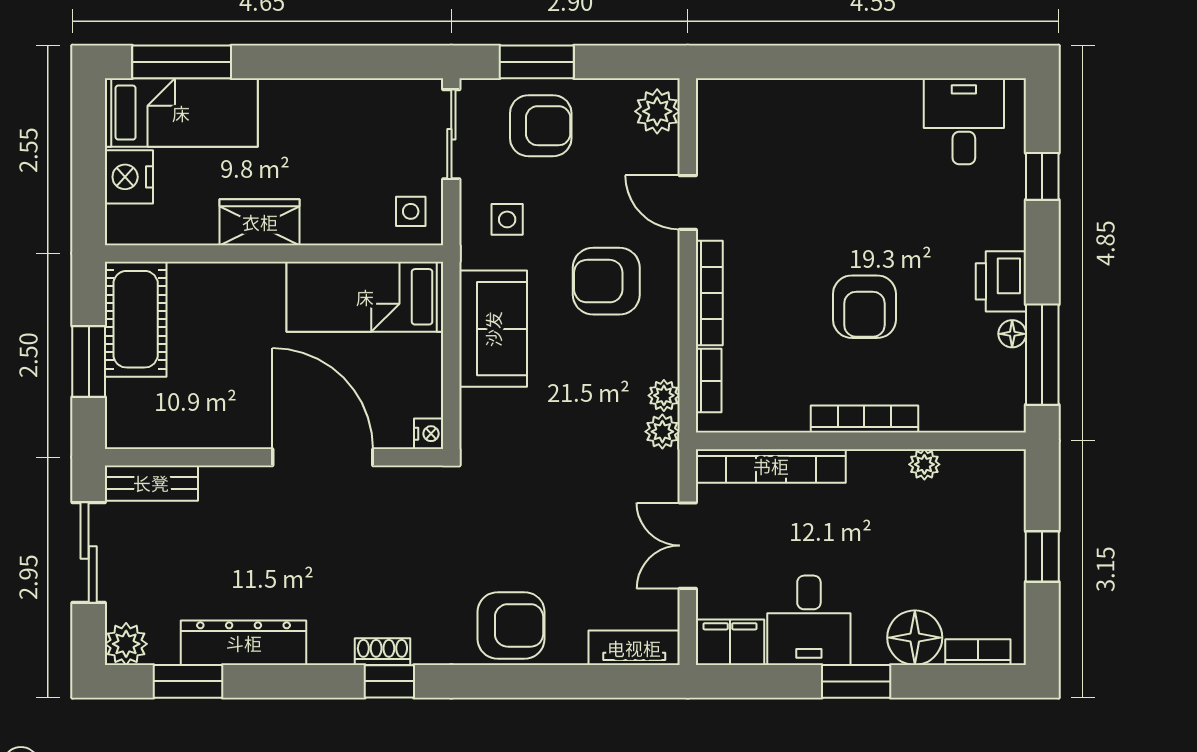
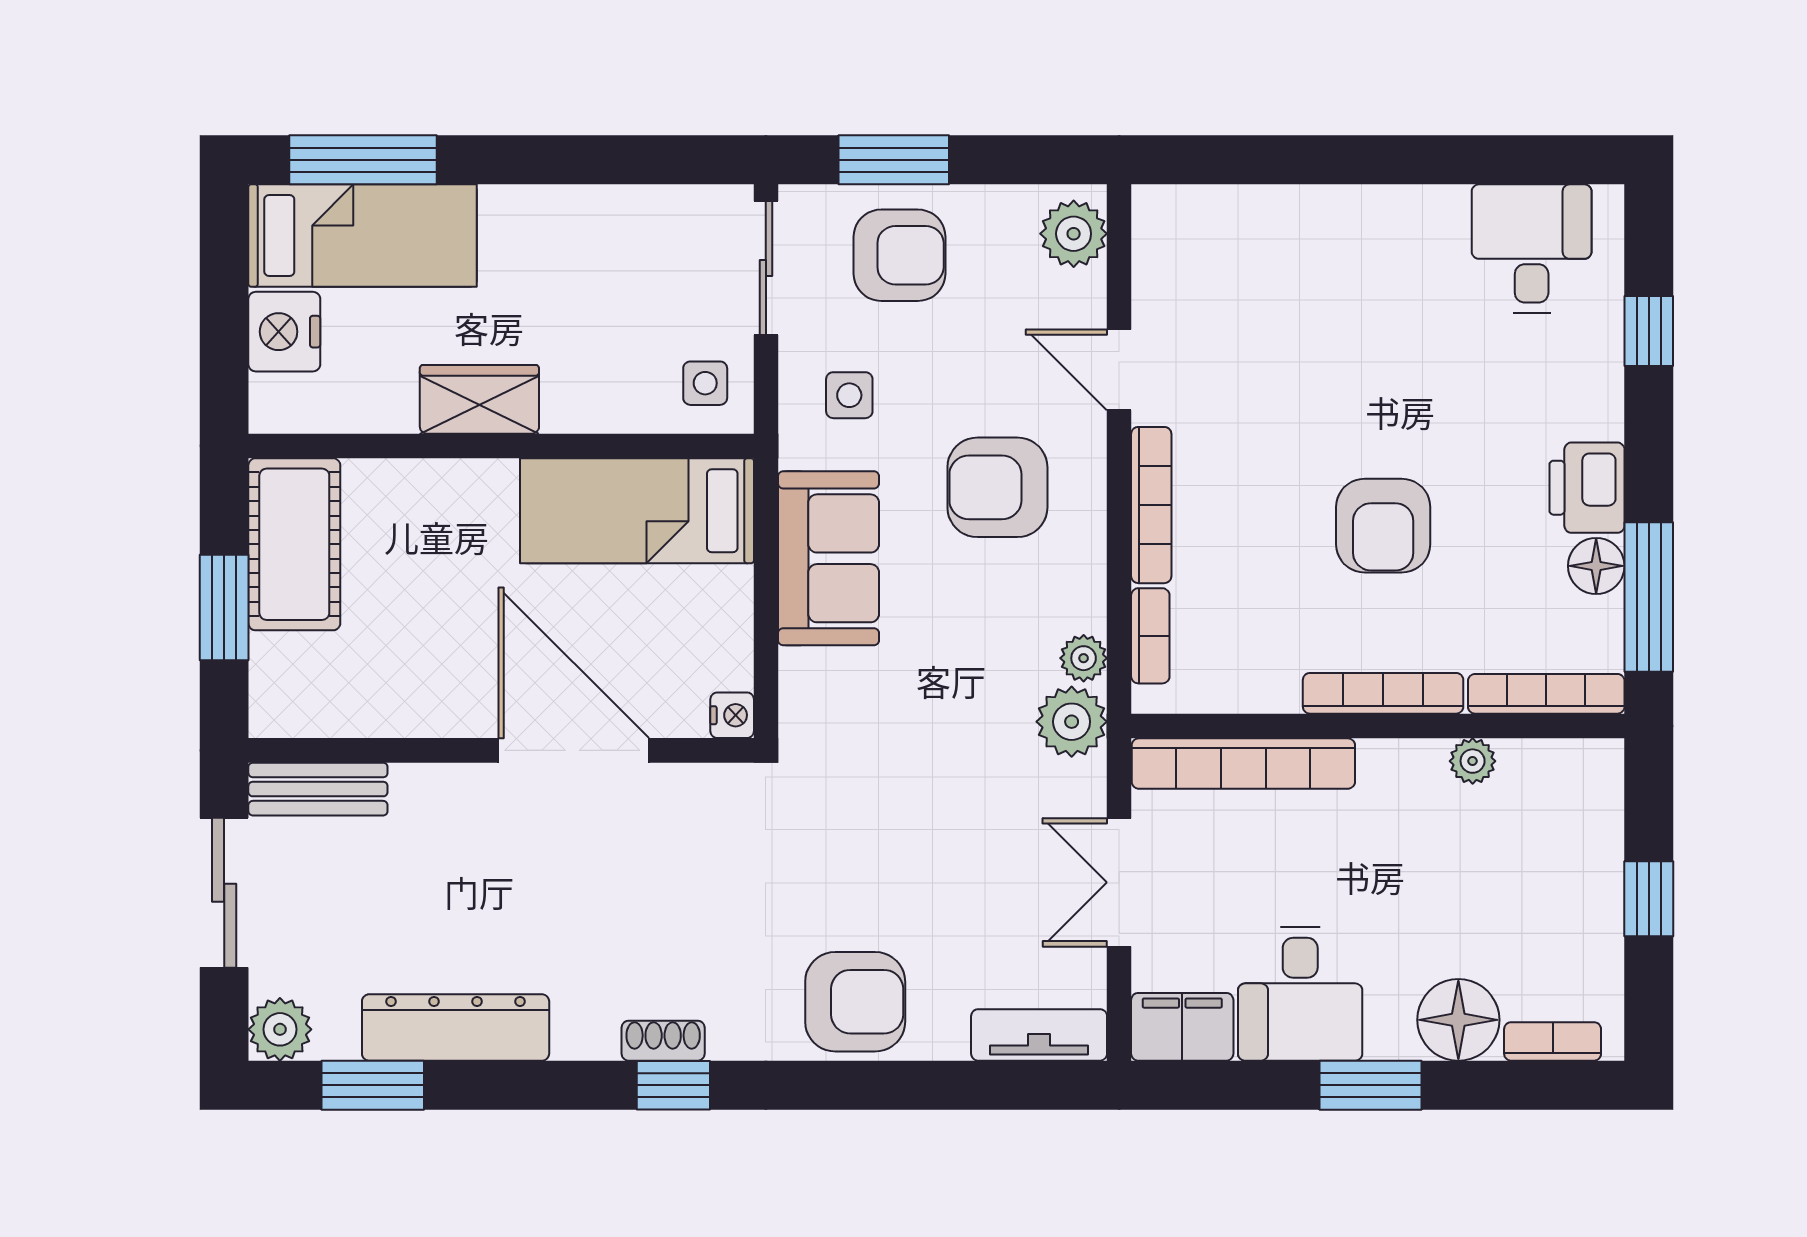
floor lamp: (1012, 334) -> (1596, 566), width x1.37, depth x1.37
bookcase: (974, 419) -> (1546, 694), added
plant: (662, 432) -> (1072, 722), width x1.38, depth x1.38

